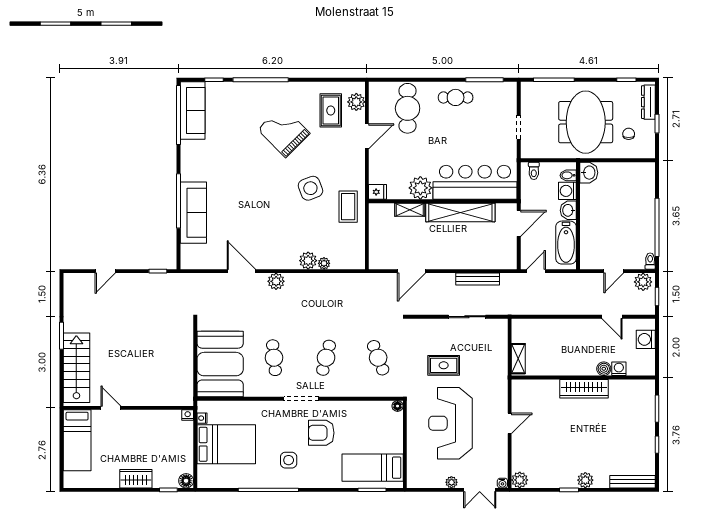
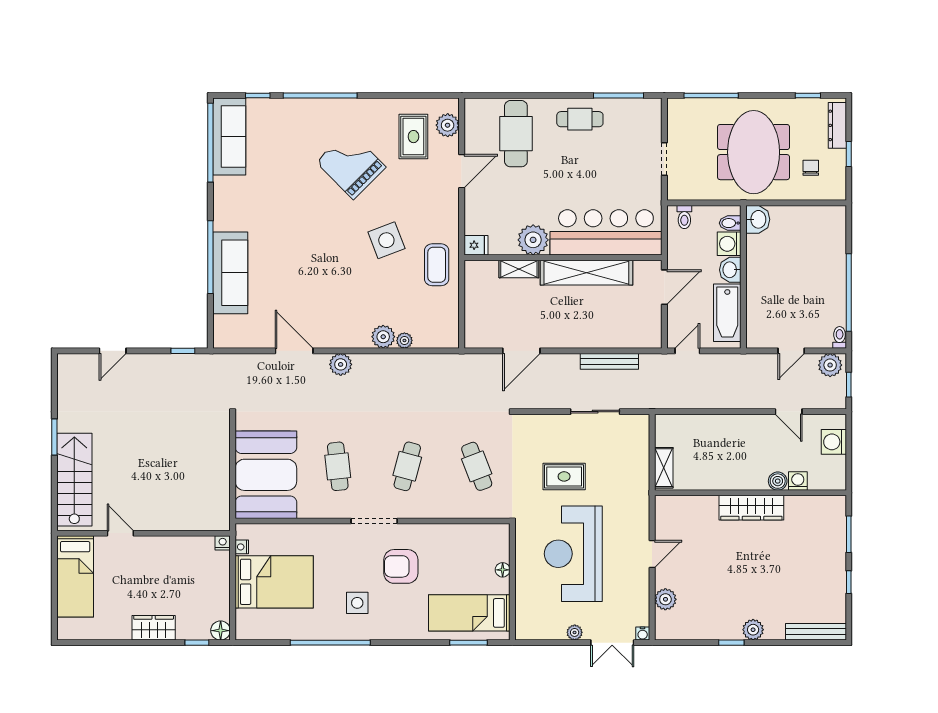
floor lamp: (398, 406) -> (503, 570), moved
plant: (520, 480) -> (665, 599), moved

